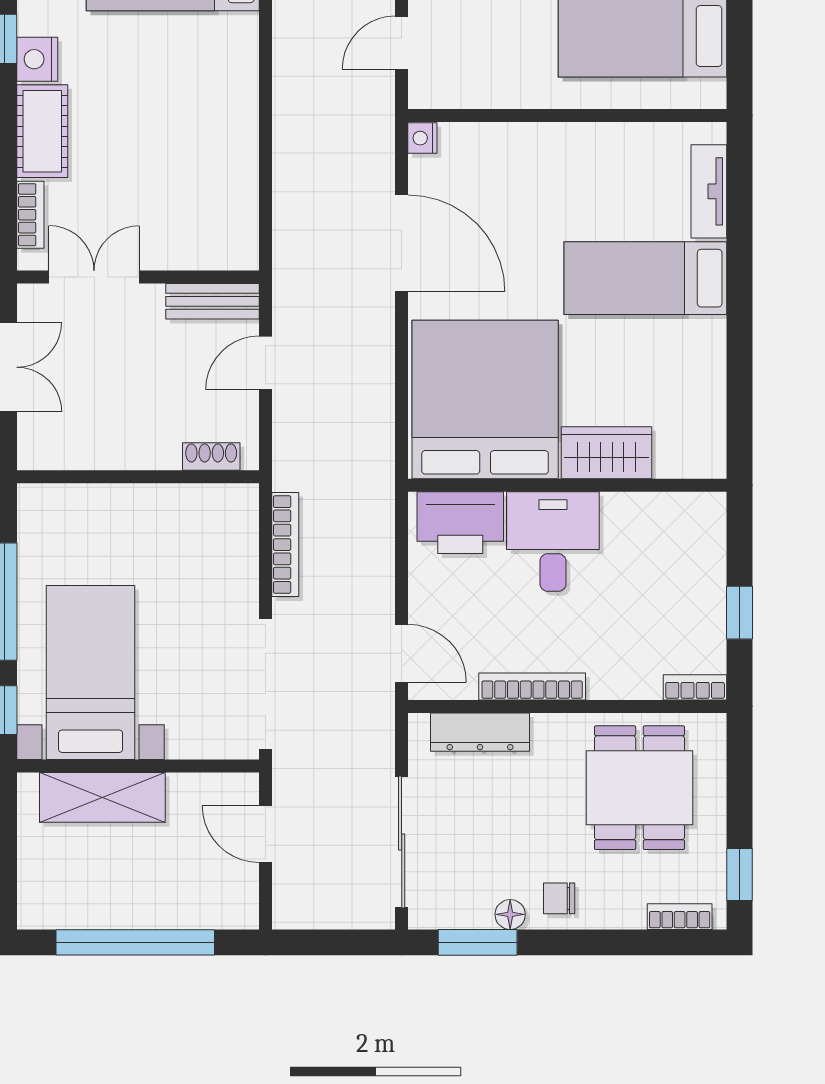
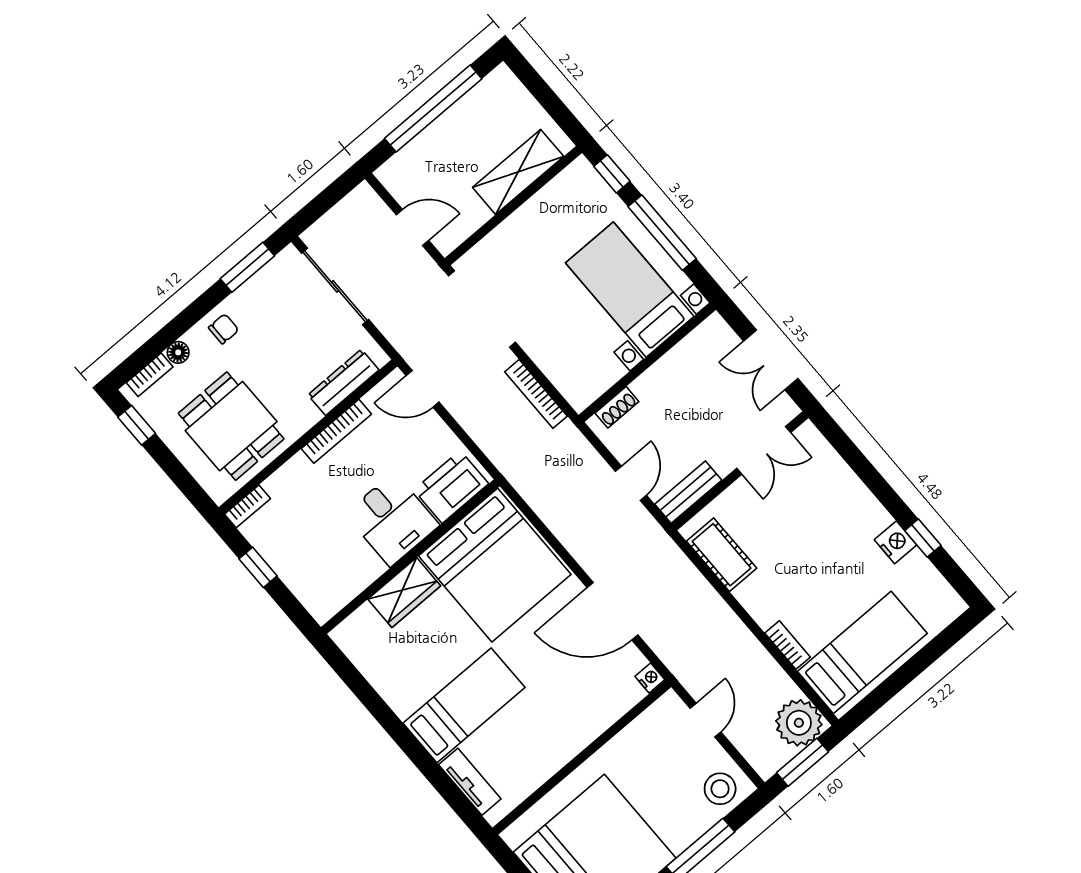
cot: (42, 131) -> (722, 555), moved
bookcase: (30, 215) -> (788, 645), moved, turned 180
bed with nightstands: (91, 672) -> (630, 290), moved, turned 180
floor lamp: (510, 914) -> (178, 352), moved

